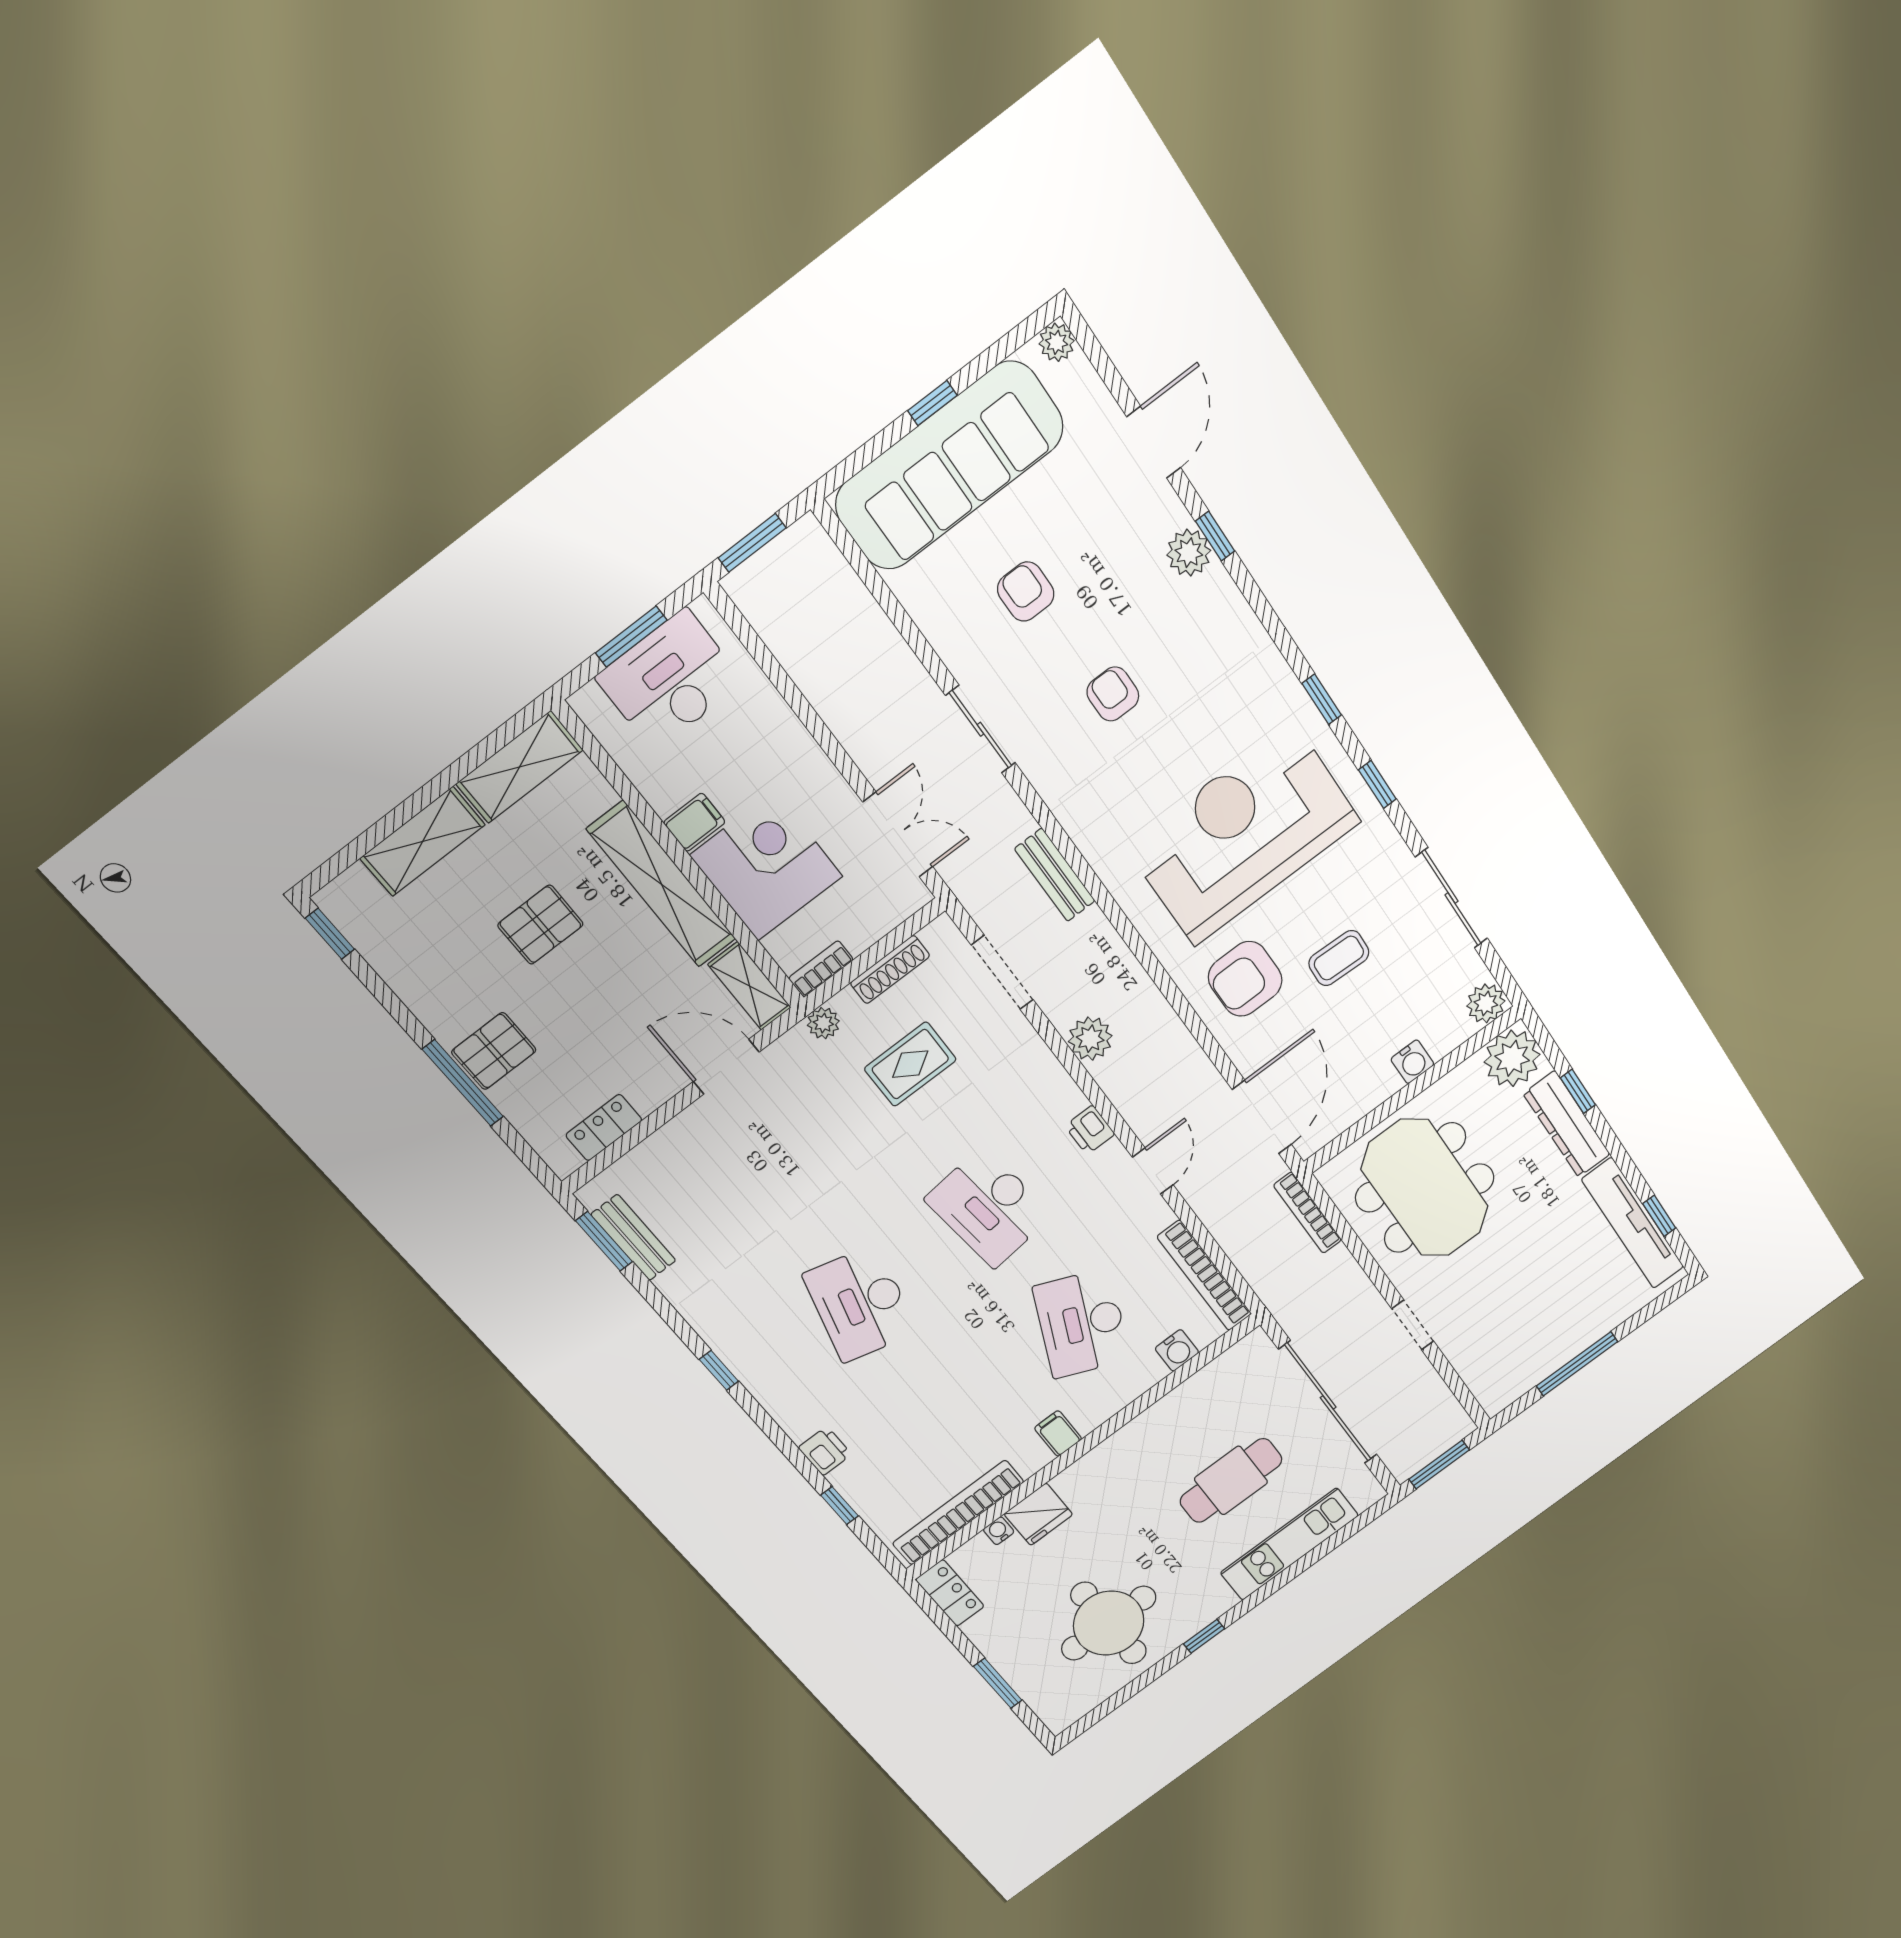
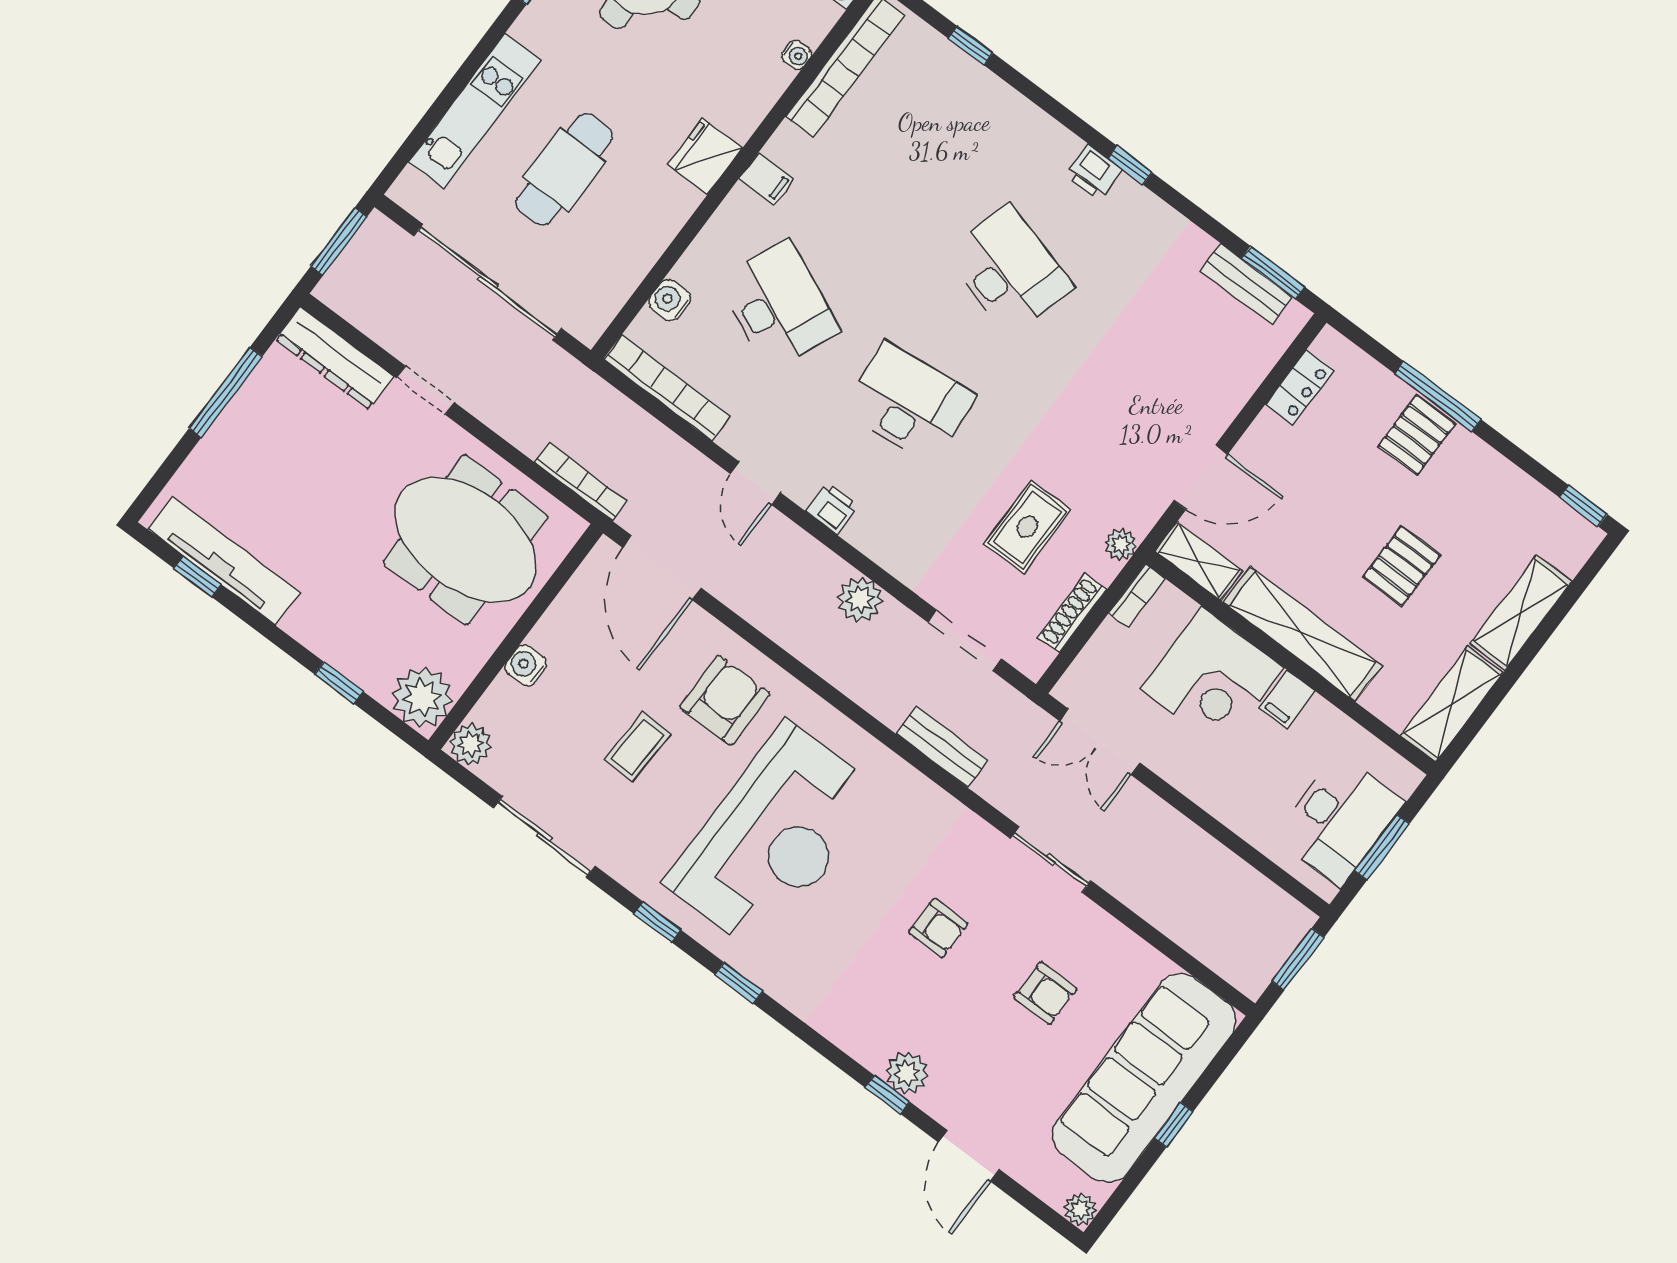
dresser: (1567, 1124) -> (335, 358), moved, turned 180
printer: (825, 1451) -> (1094, 172), moved
fridge: (1038, 1514) -> (705, 156), moved

